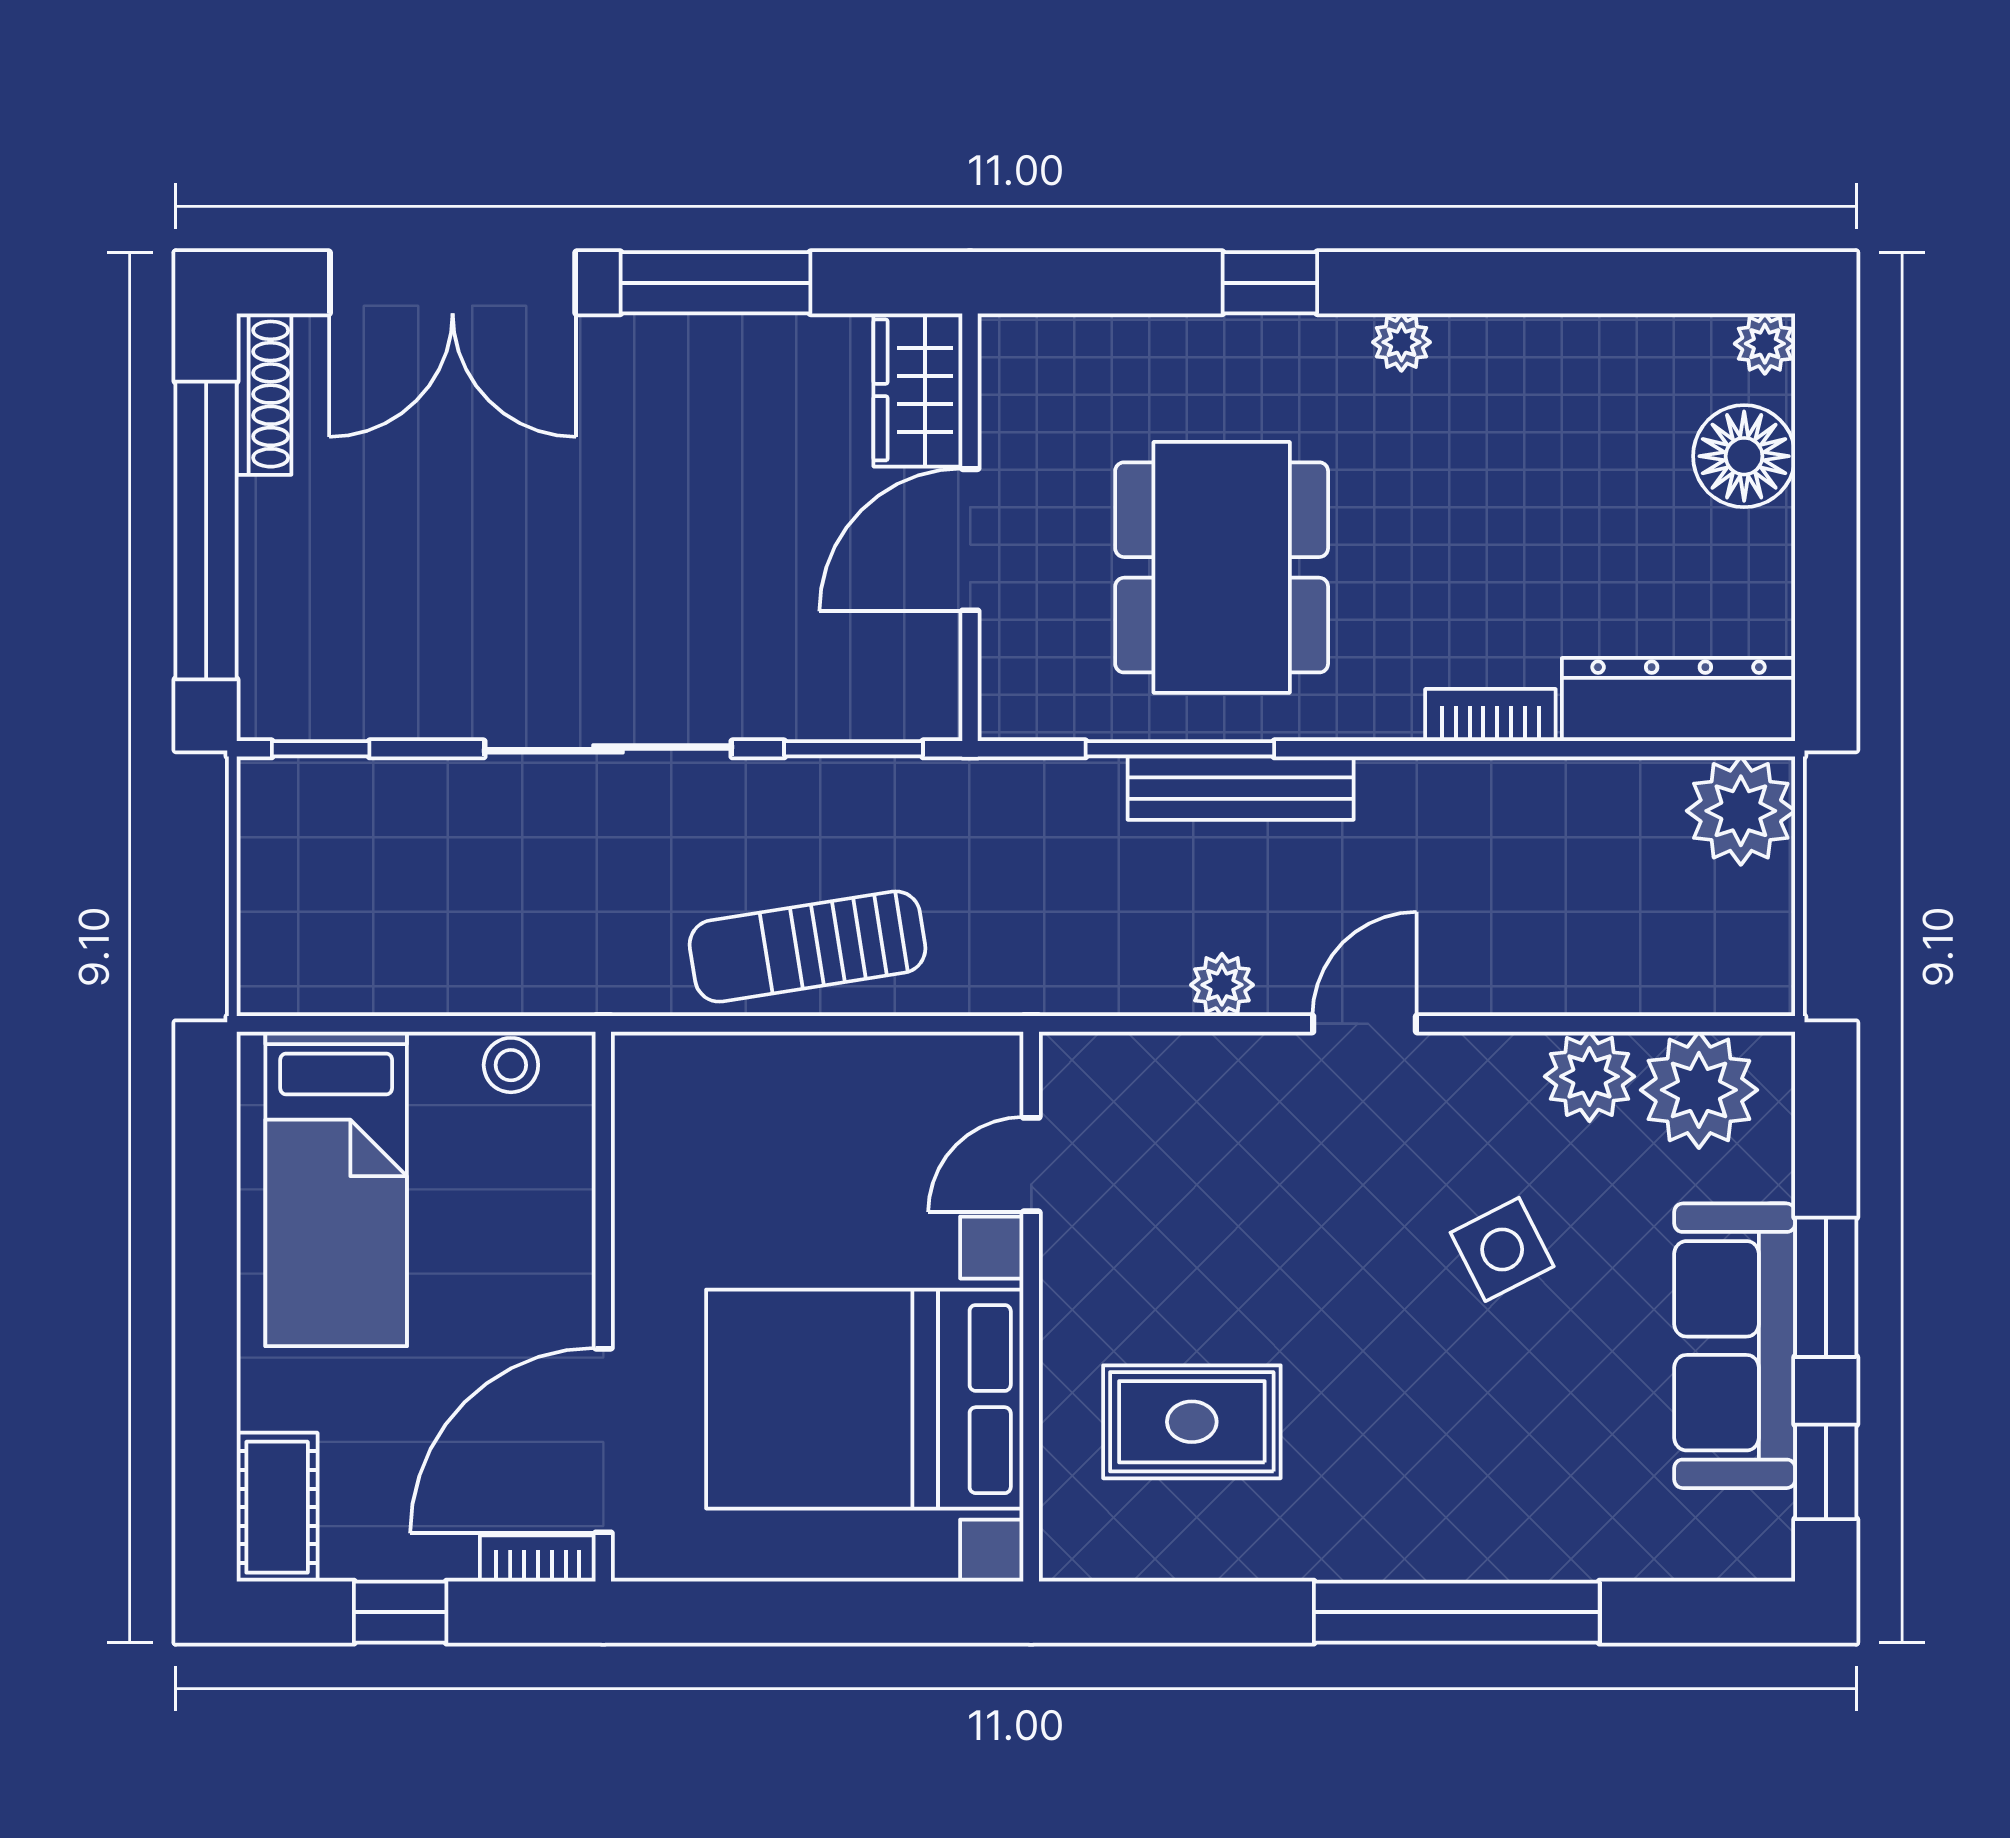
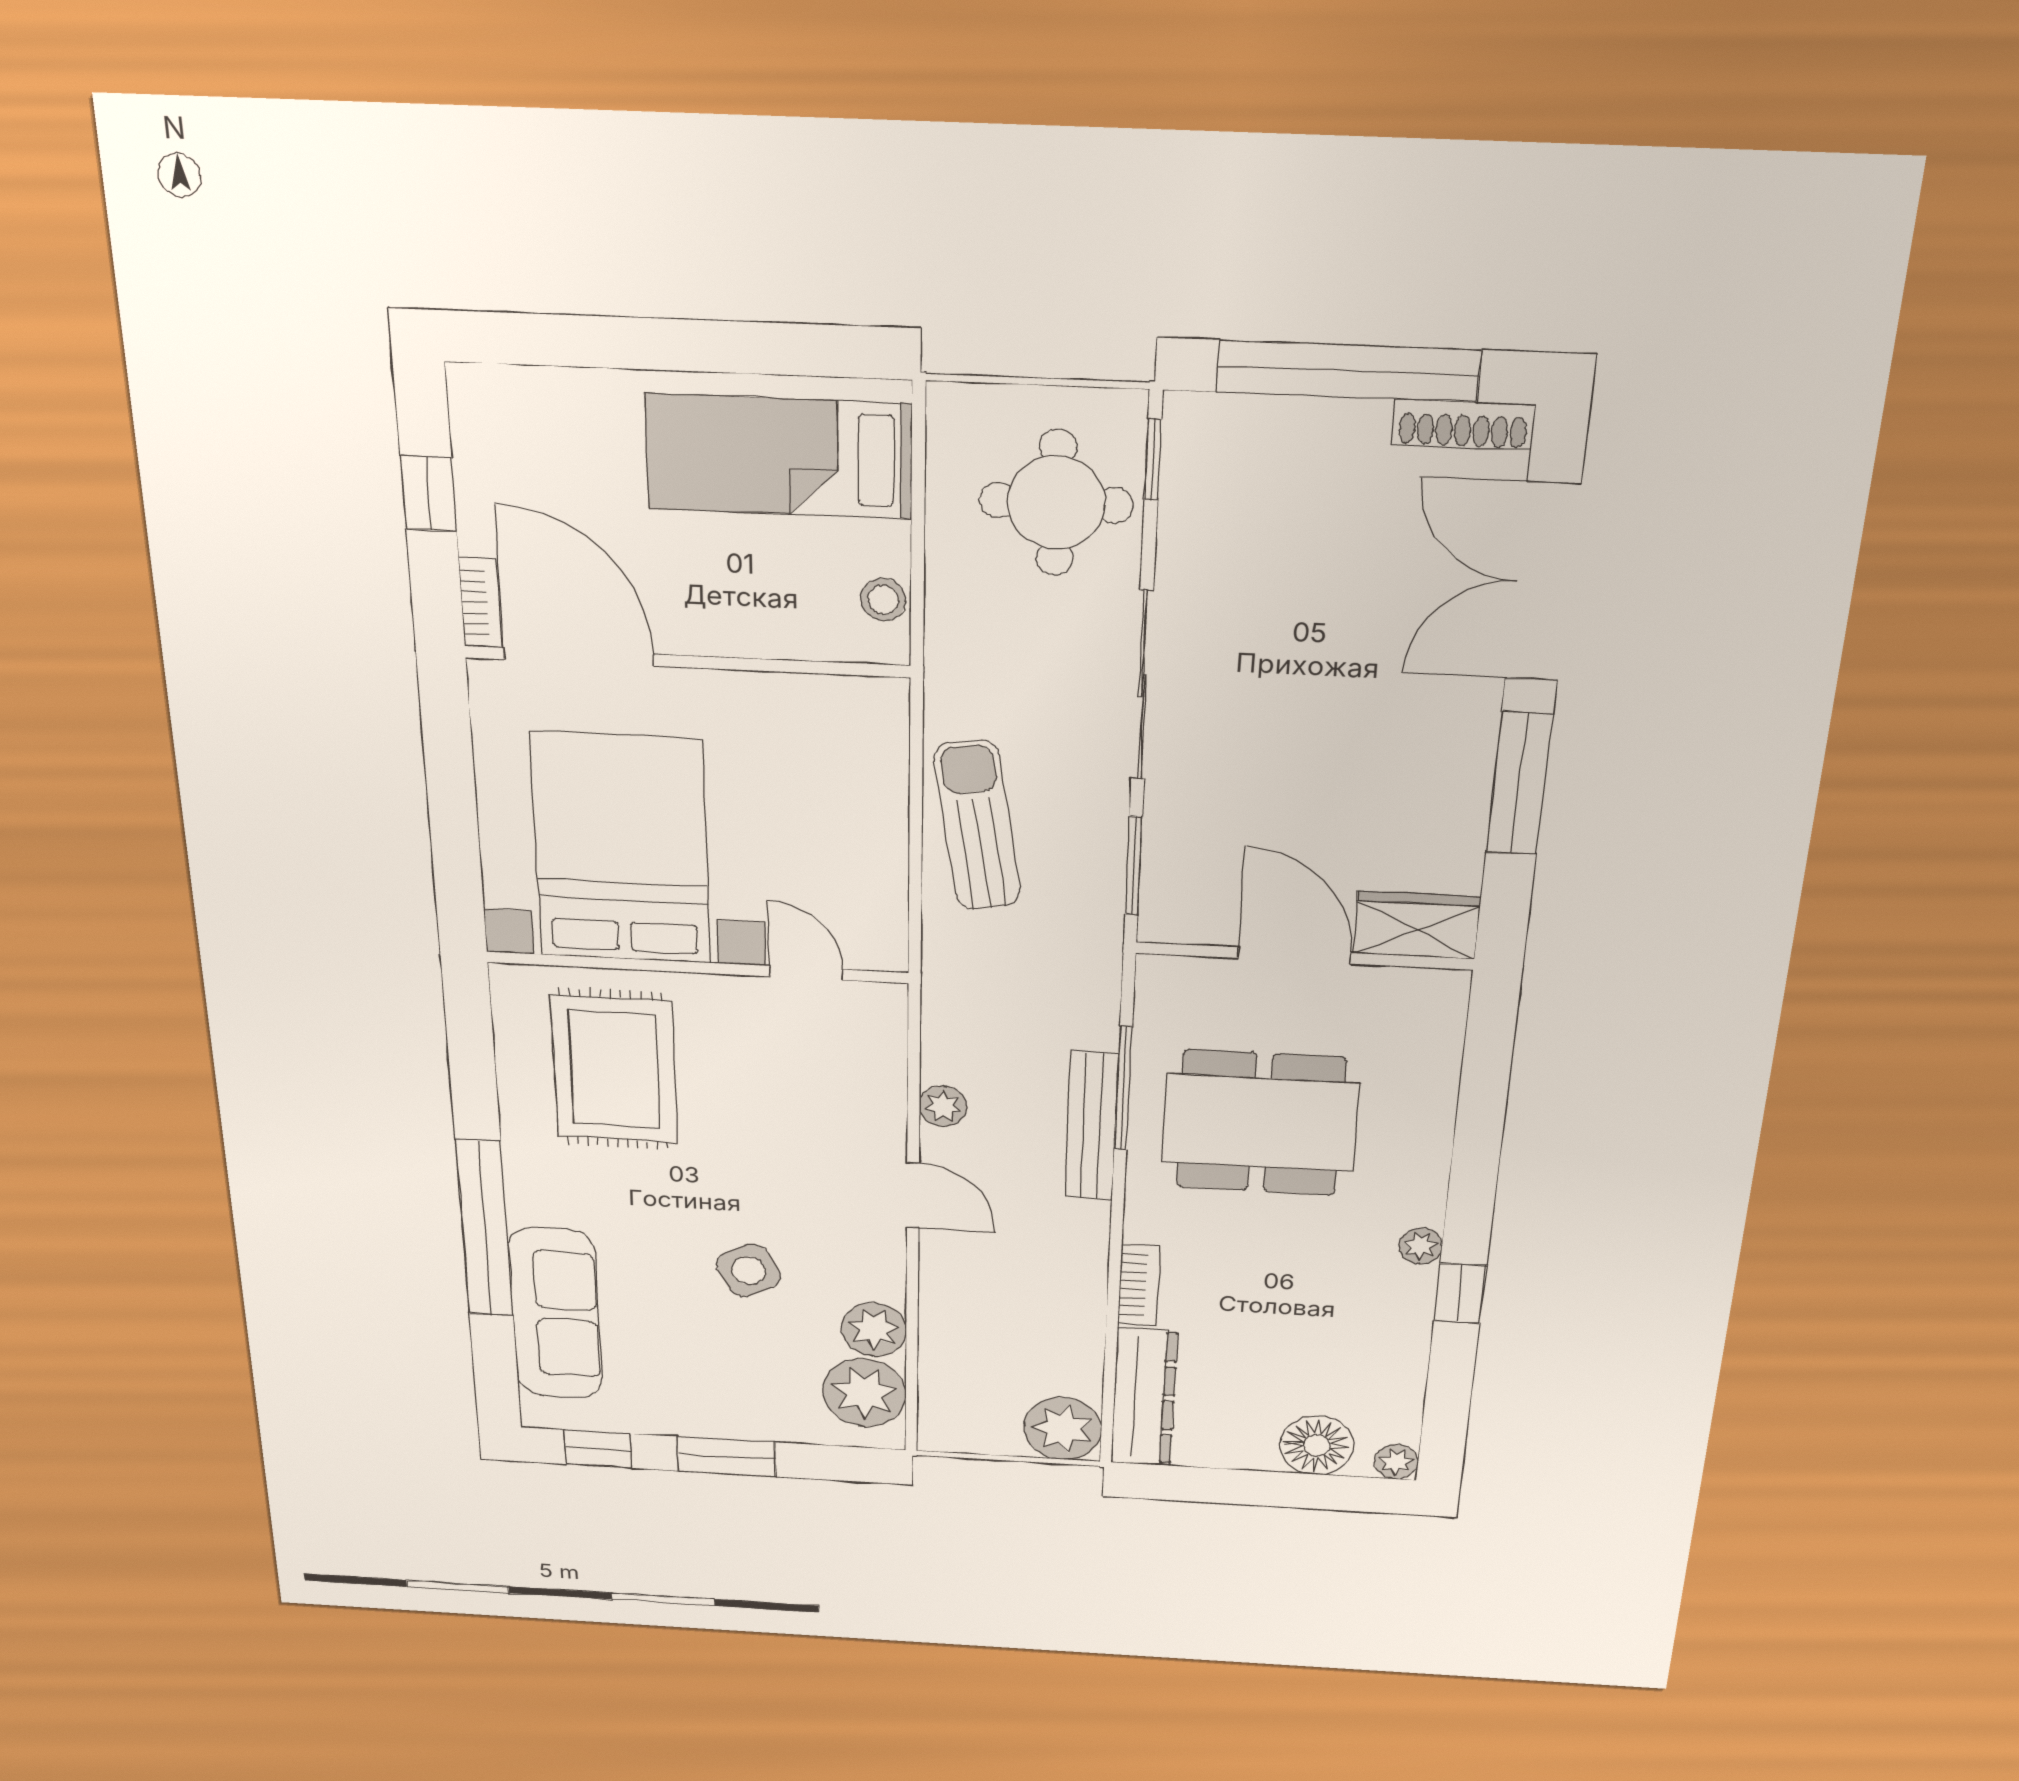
window: (1270, 283) -> (1460, 1293), moved
round table: (379, 860) -> (1056, 503), added
sofa: (1735, 1346) -> (556, 1314), moved, turned 90
rug: (1192, 1422) -> (614, 1069), width x1.36, depth x1.43
cot: (277, 1507) -> (509, 397), removed

